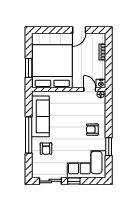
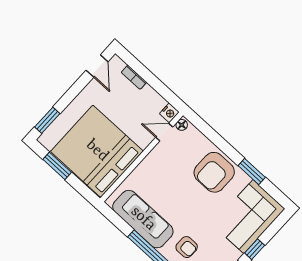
window: (46, 30) -> (47, 120), added
door: (79, 30) -> (97, 66), moved
window: (29, 68) -> (57, 166), moved
armchair: (92, 130) -> (214, 172), width x1.88, depth x1.88

